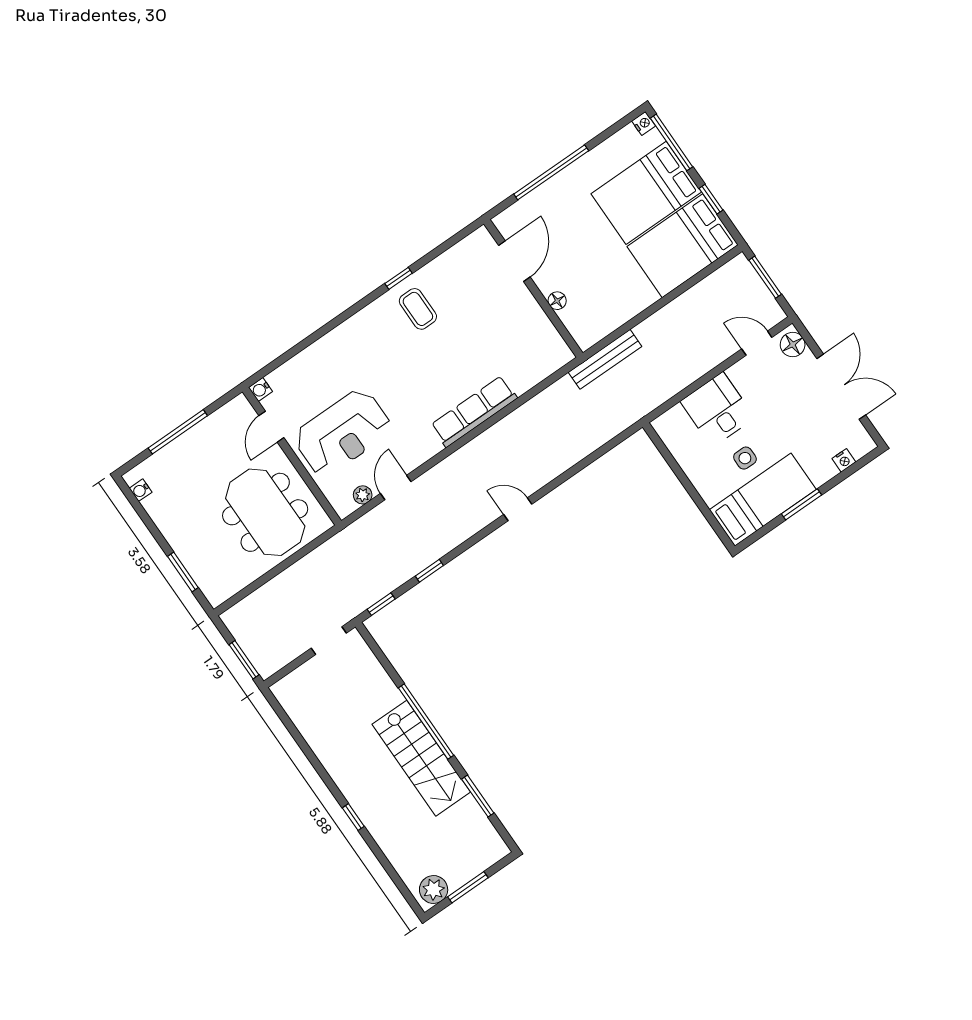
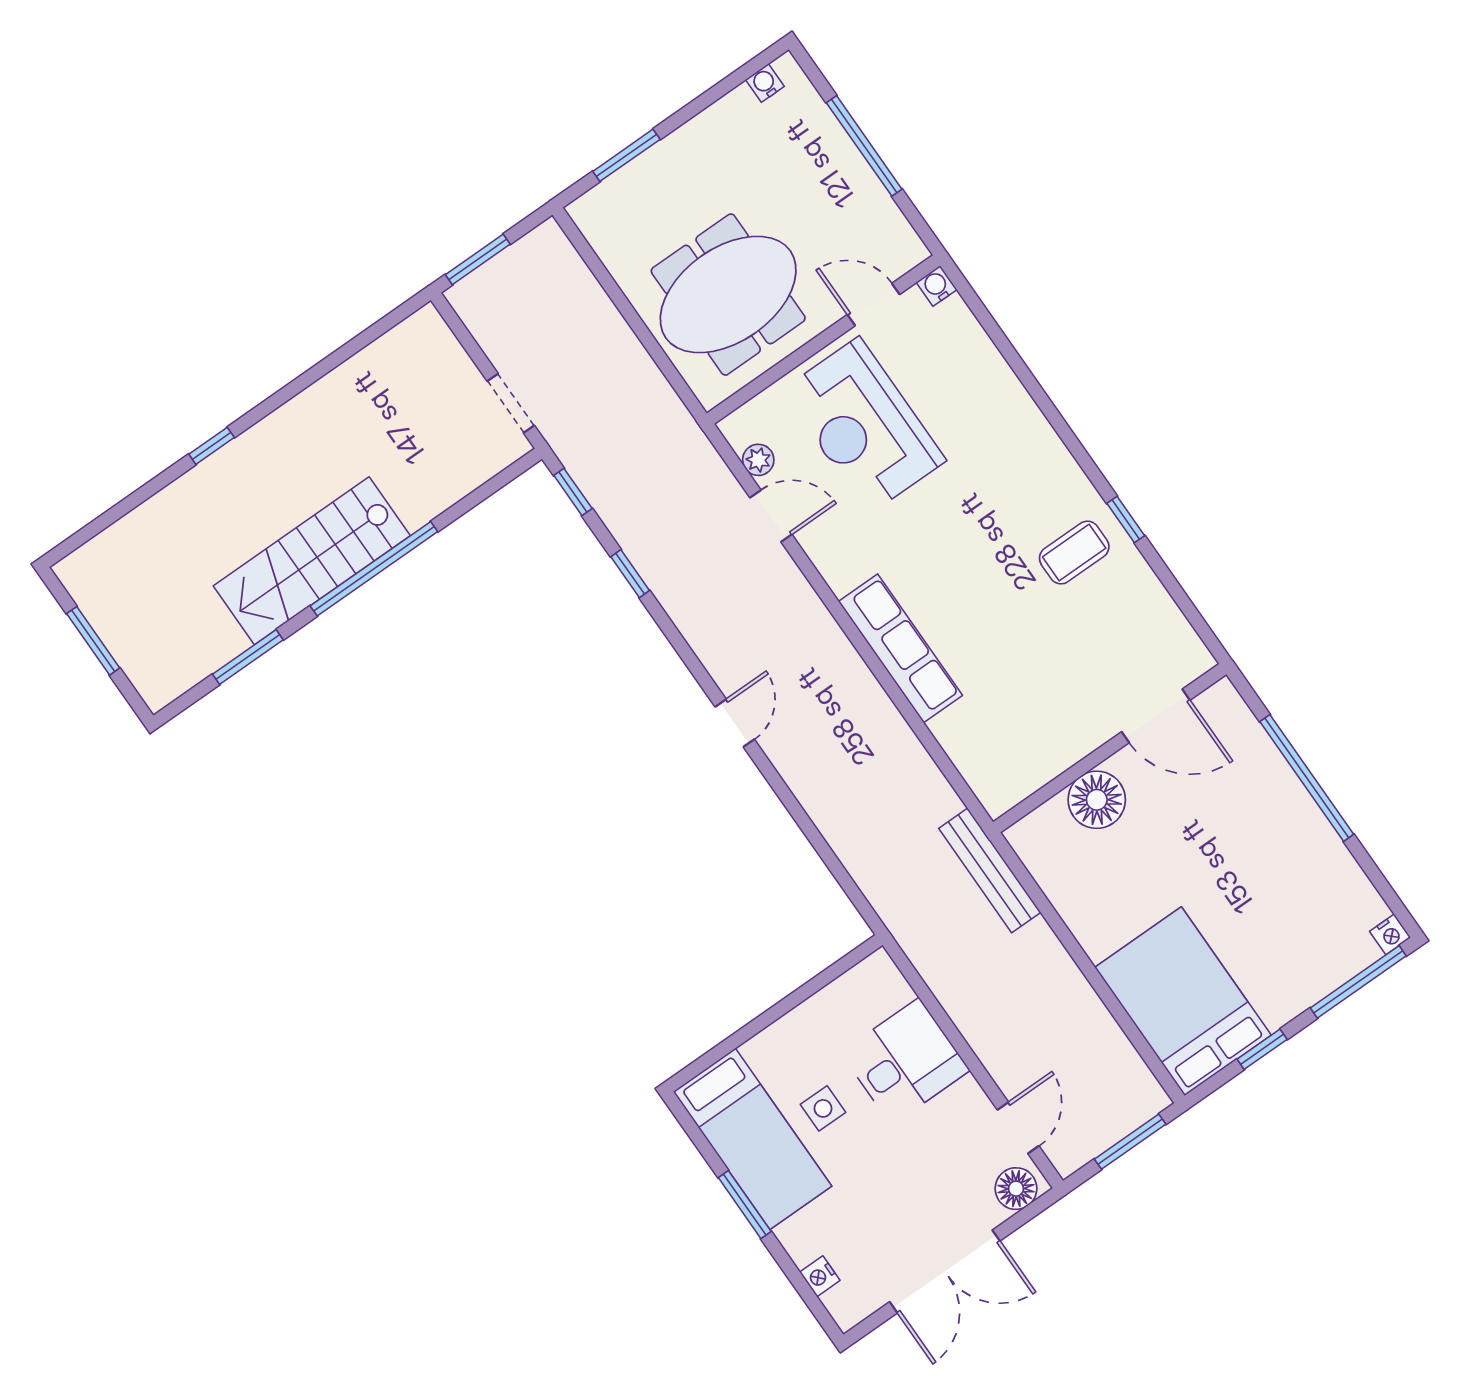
bed: (646, 193) -> (1272, 939), removed
floor lamp: (557, 301) -> (1097, 800), width x1.89, depth x1.89
plant: (434, 890) -> (89, 583), removed

